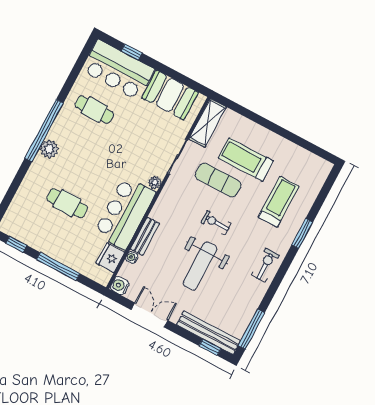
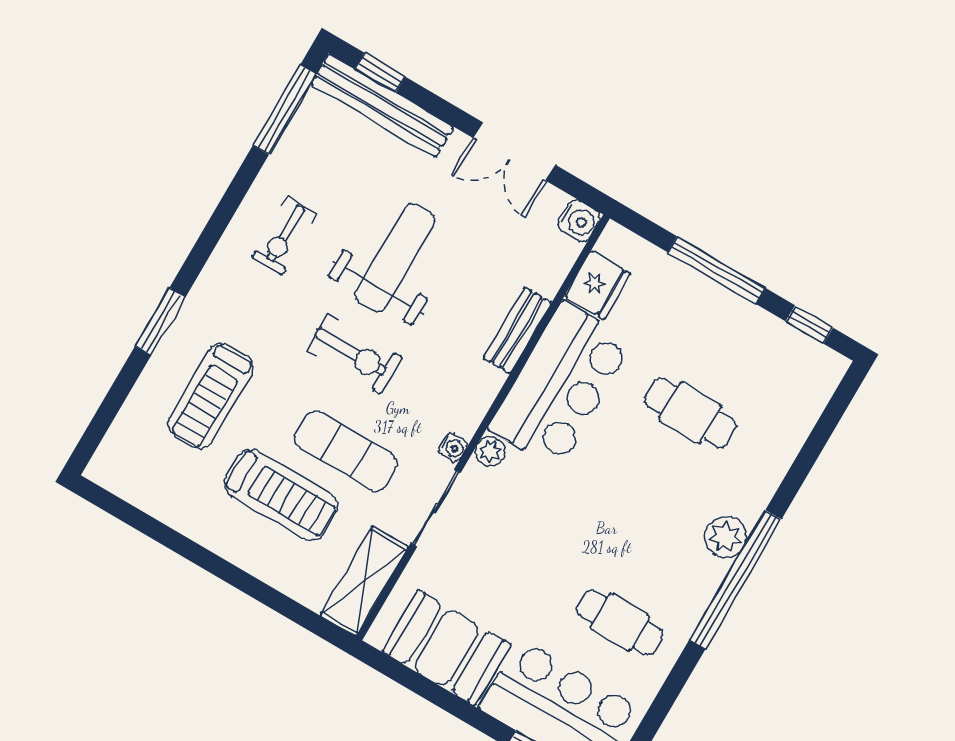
exercise bike: (216, 223) -> (354, 354), width x1.38, depth x1.39
water cooler: (132, 257) -> (453, 448), moved
exercise bike: (265, 265) -> (284, 236), moved

